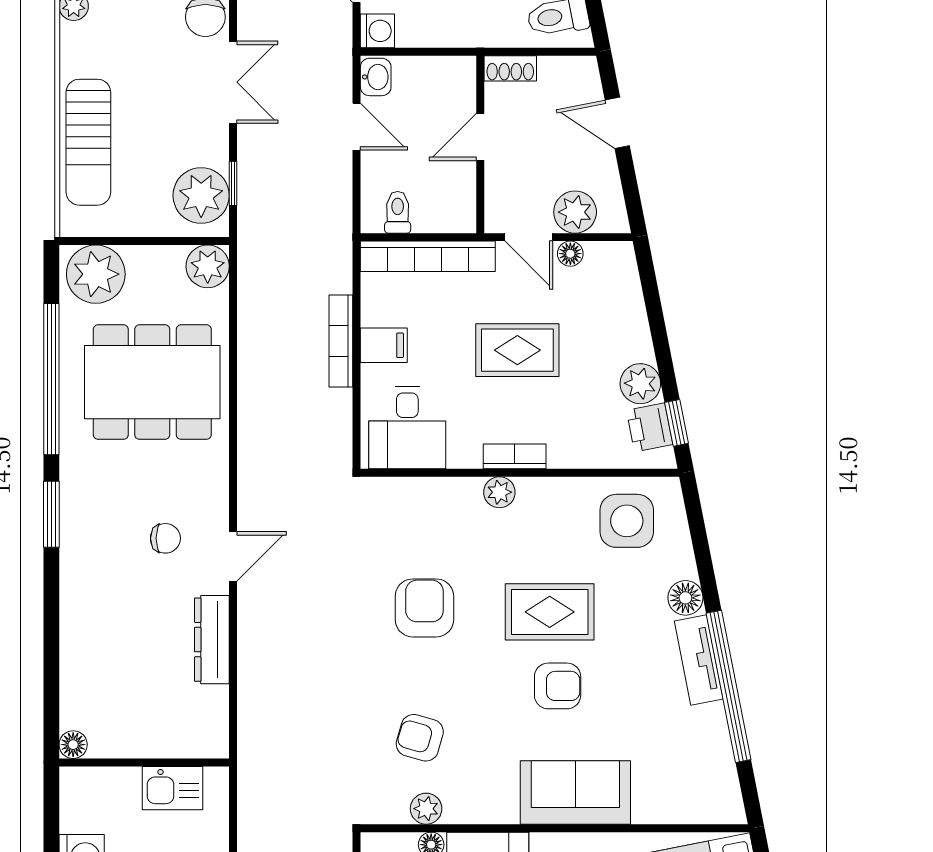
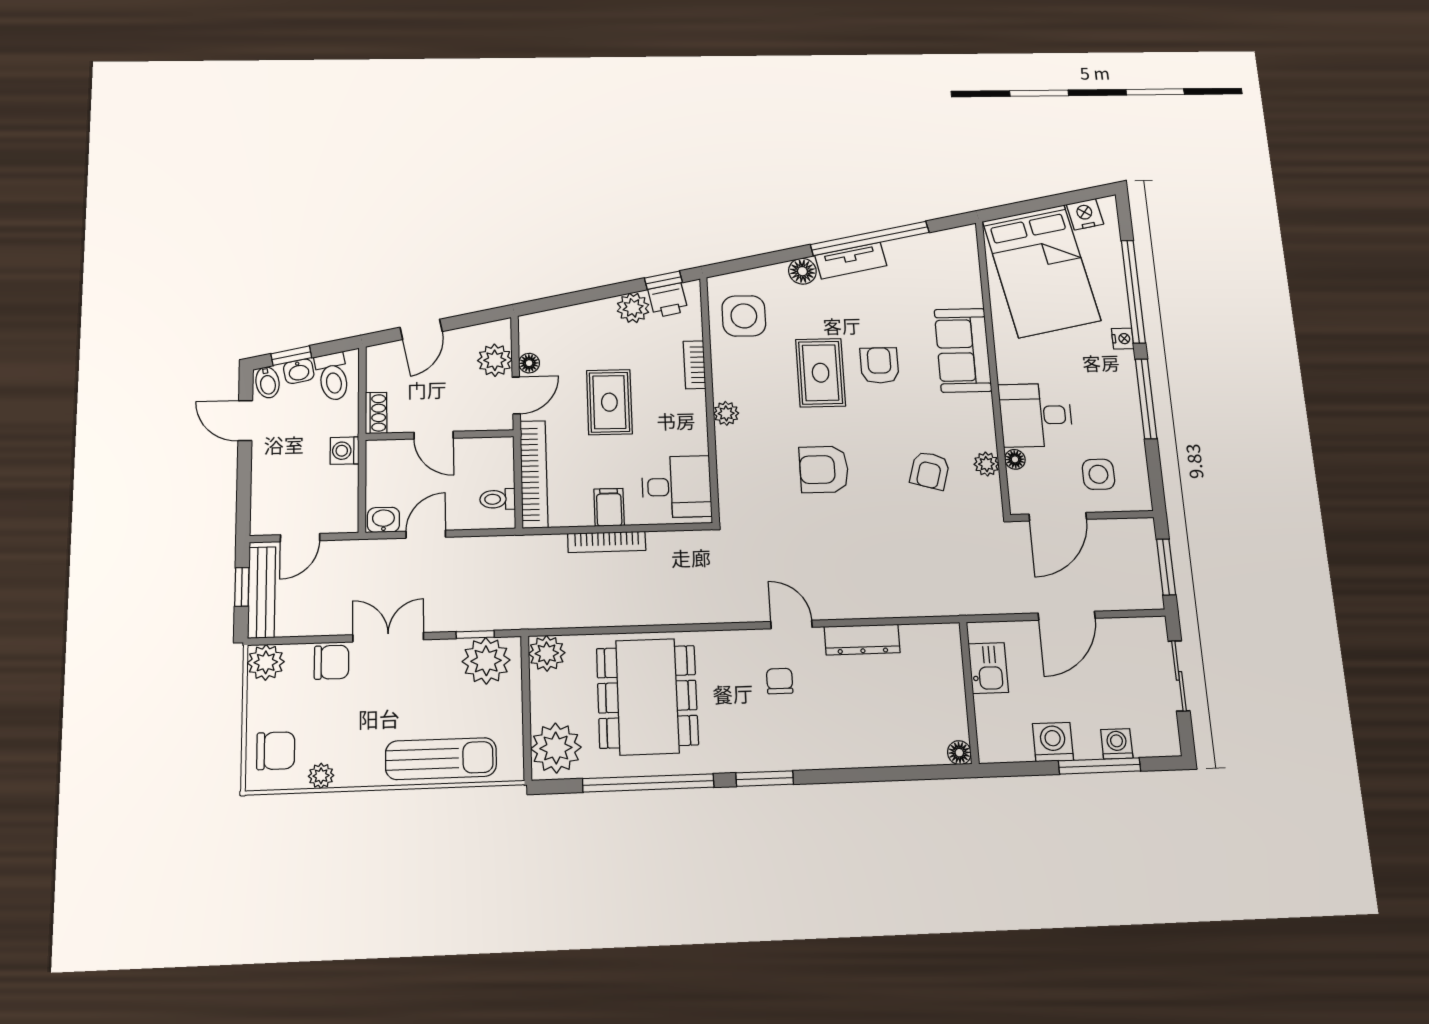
washing machine: (377, 31) -> (345, 451), moved, turned -90
bookcase: (515, 456) -> (694, 365), moved

